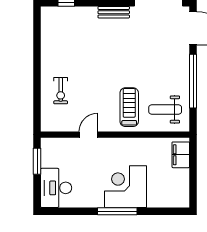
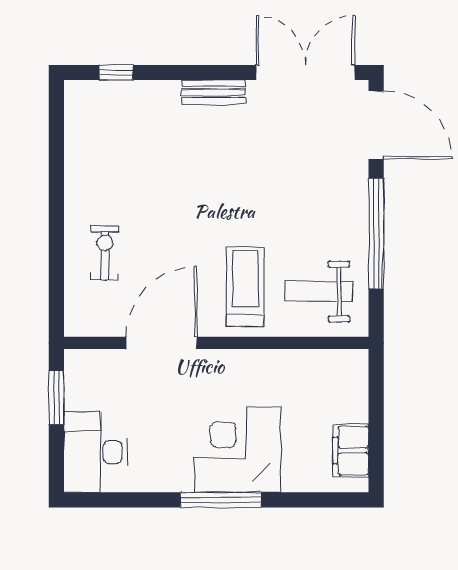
exercise bike: (61, 91) -> (105, 253), turned 180
door: (88, 135) -> (162, 343), width x1.88
filing cabinet: (181, 155) -> (351, 451), moved

